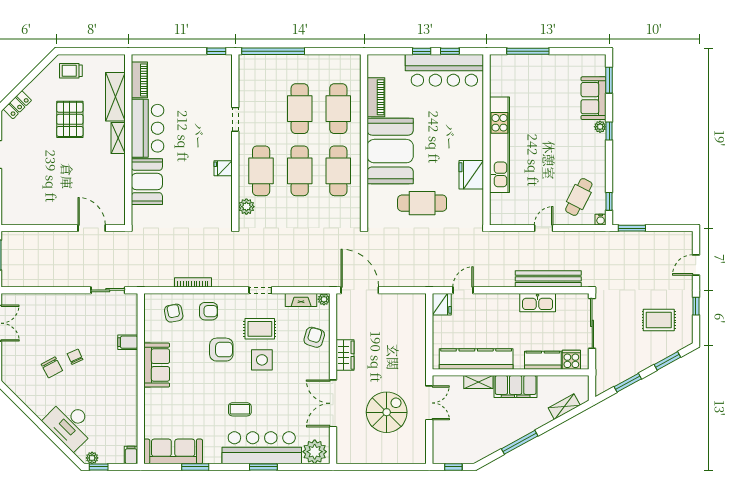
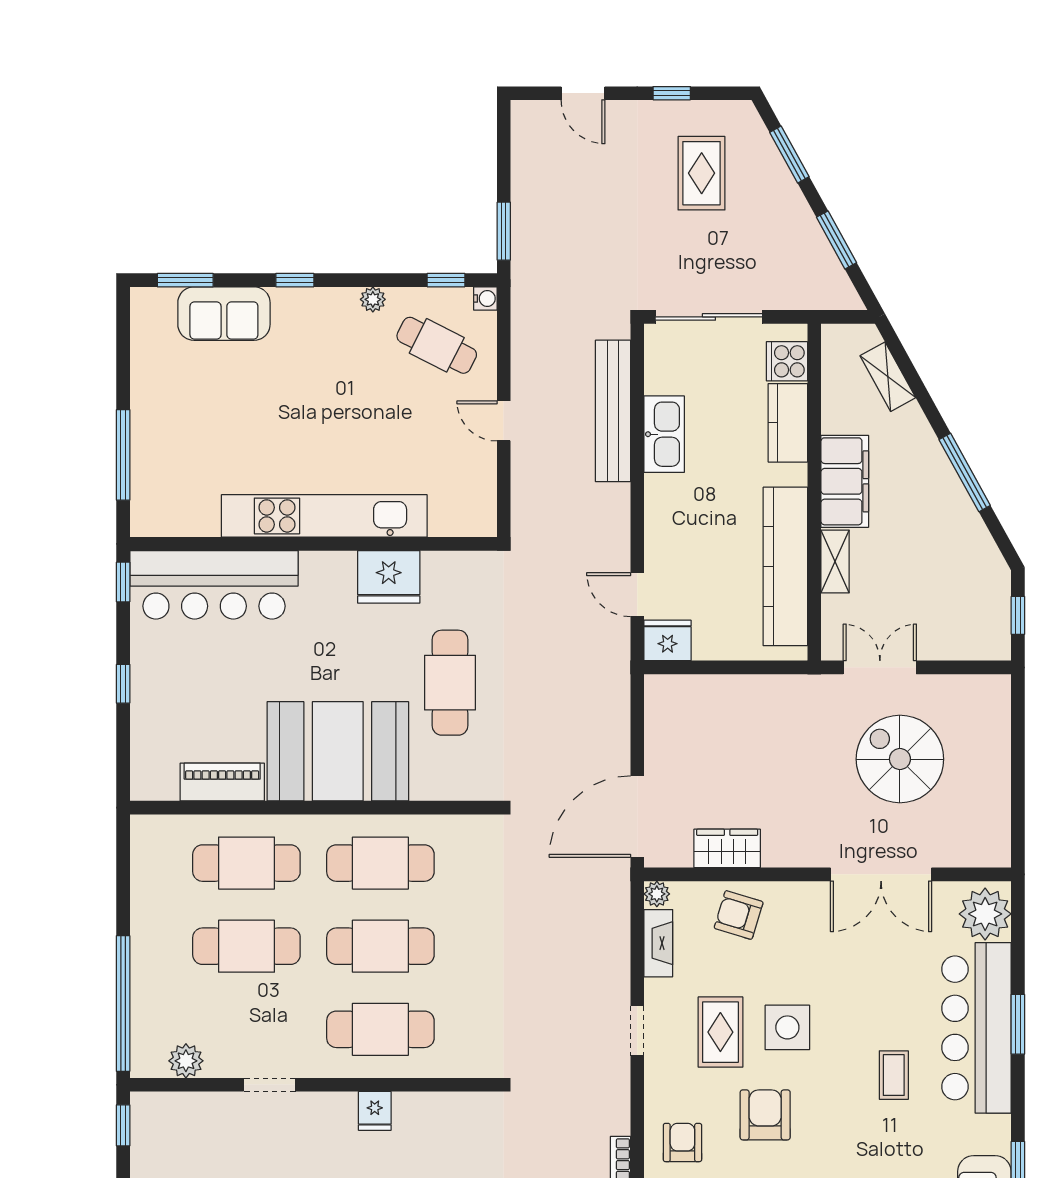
window: (450, 51) -> (123, 582), moved
bar counter: (444, 70) -> (214, 585), moved, turned 90
plant: (600, 127) -> (373, 299), moved
plant: (246, 207) -> (186, 1061), moved
wardrobe: (345, 355) -> (727, 848), moved

